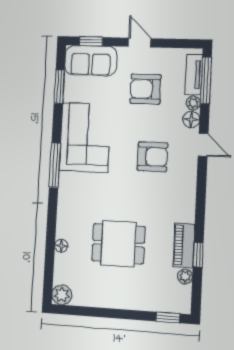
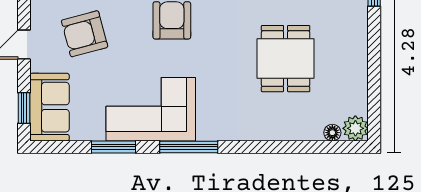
window: (59, 87) -> (114, 147), moved
armchair: (145, 89) -> (85, 34), turned 75
floor lamp: (61, 246) -> (332, 133), moved

